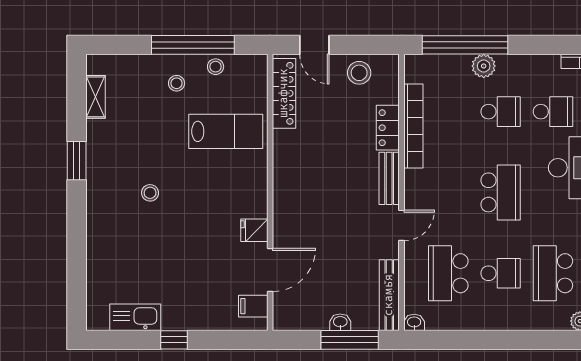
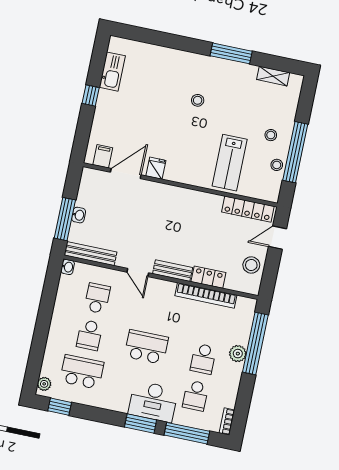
window: (77, 161) -> (231, 53), width x1.44
school desk: (501, 192) -> (146, 347), turned 180
door: (270, 270) -> (126, 173), swing flipped
school desk: (448, 273) -> (97, 298), width x0.54

